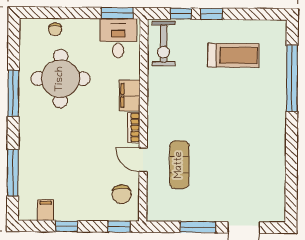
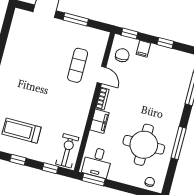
window: (212, 14) -> (18, 160), moved
chair: (55, 29) -> (150, 182), moved
filing cabinet: (46, 210) -> (143, 49), moved

